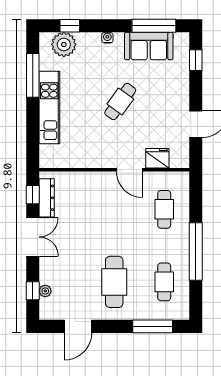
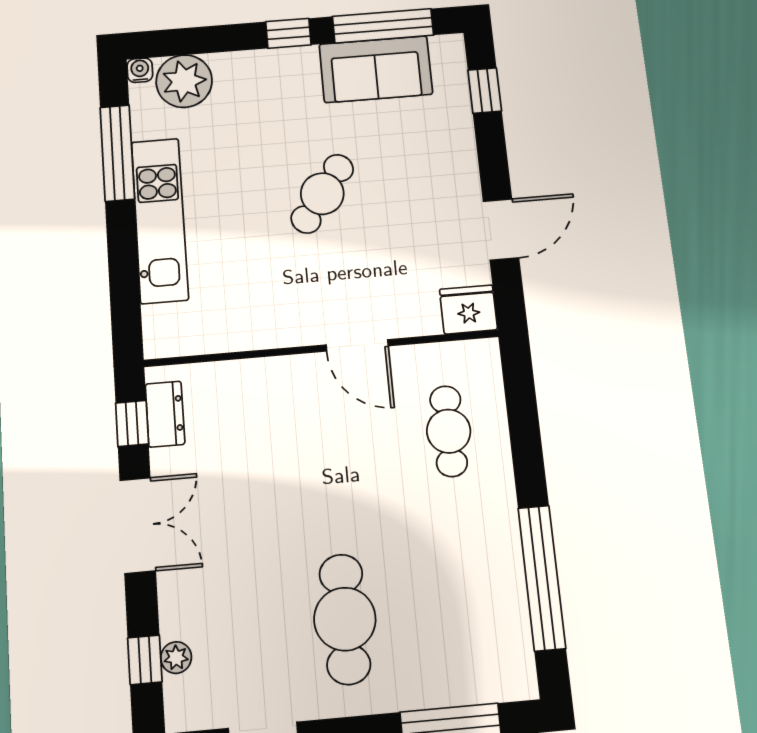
window: (70, 26) -> (288, 33), moved
water cooler: (107, 38) -> (140, 70), moved
fridge: (157, 158) -> (468, 309), moved
dresser: (47, 198) -> (165, 414), width x0.70
window: (196, 251) -> (542, 578), moved
cafe table: (164, 282) -> (467, 608), removed

